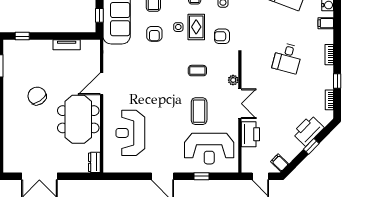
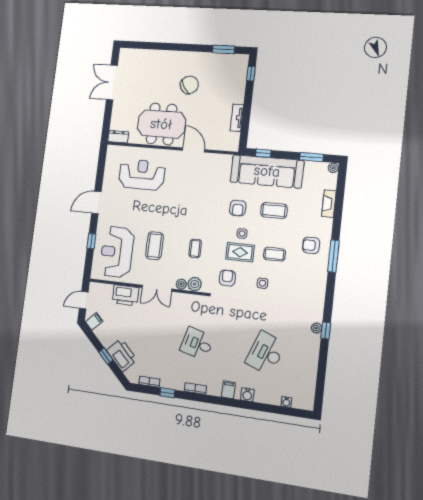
armchair: (154, 34) -> (238, 208), turned -90
plant: (231, 67) -> (195, 284), added
coffee table: (199, 111) -> (155, 246), turned 90

